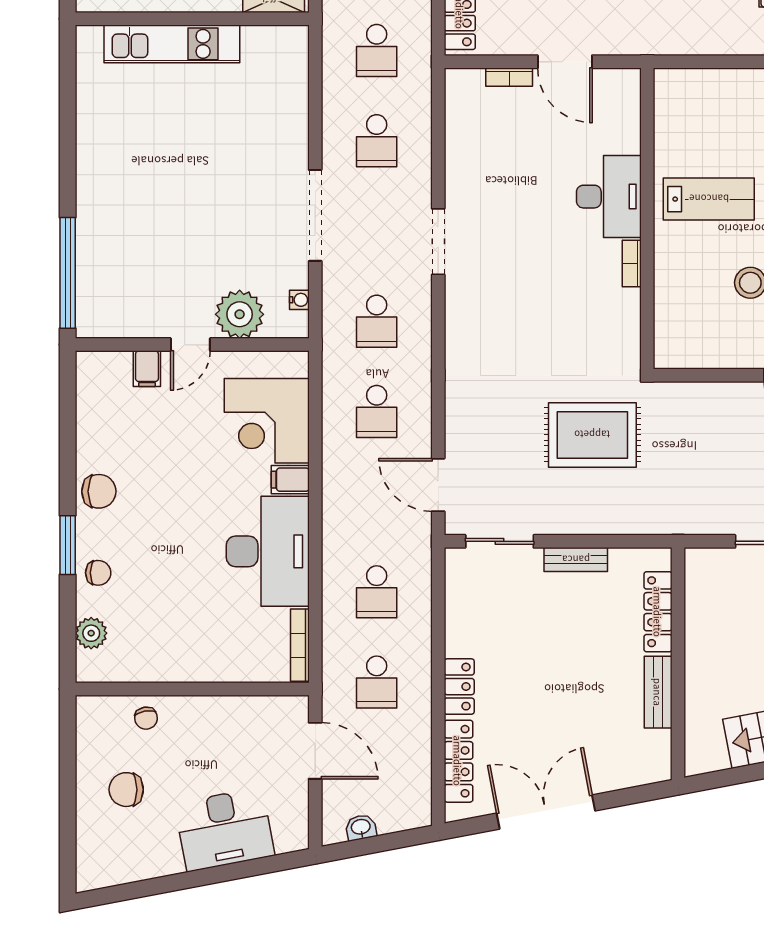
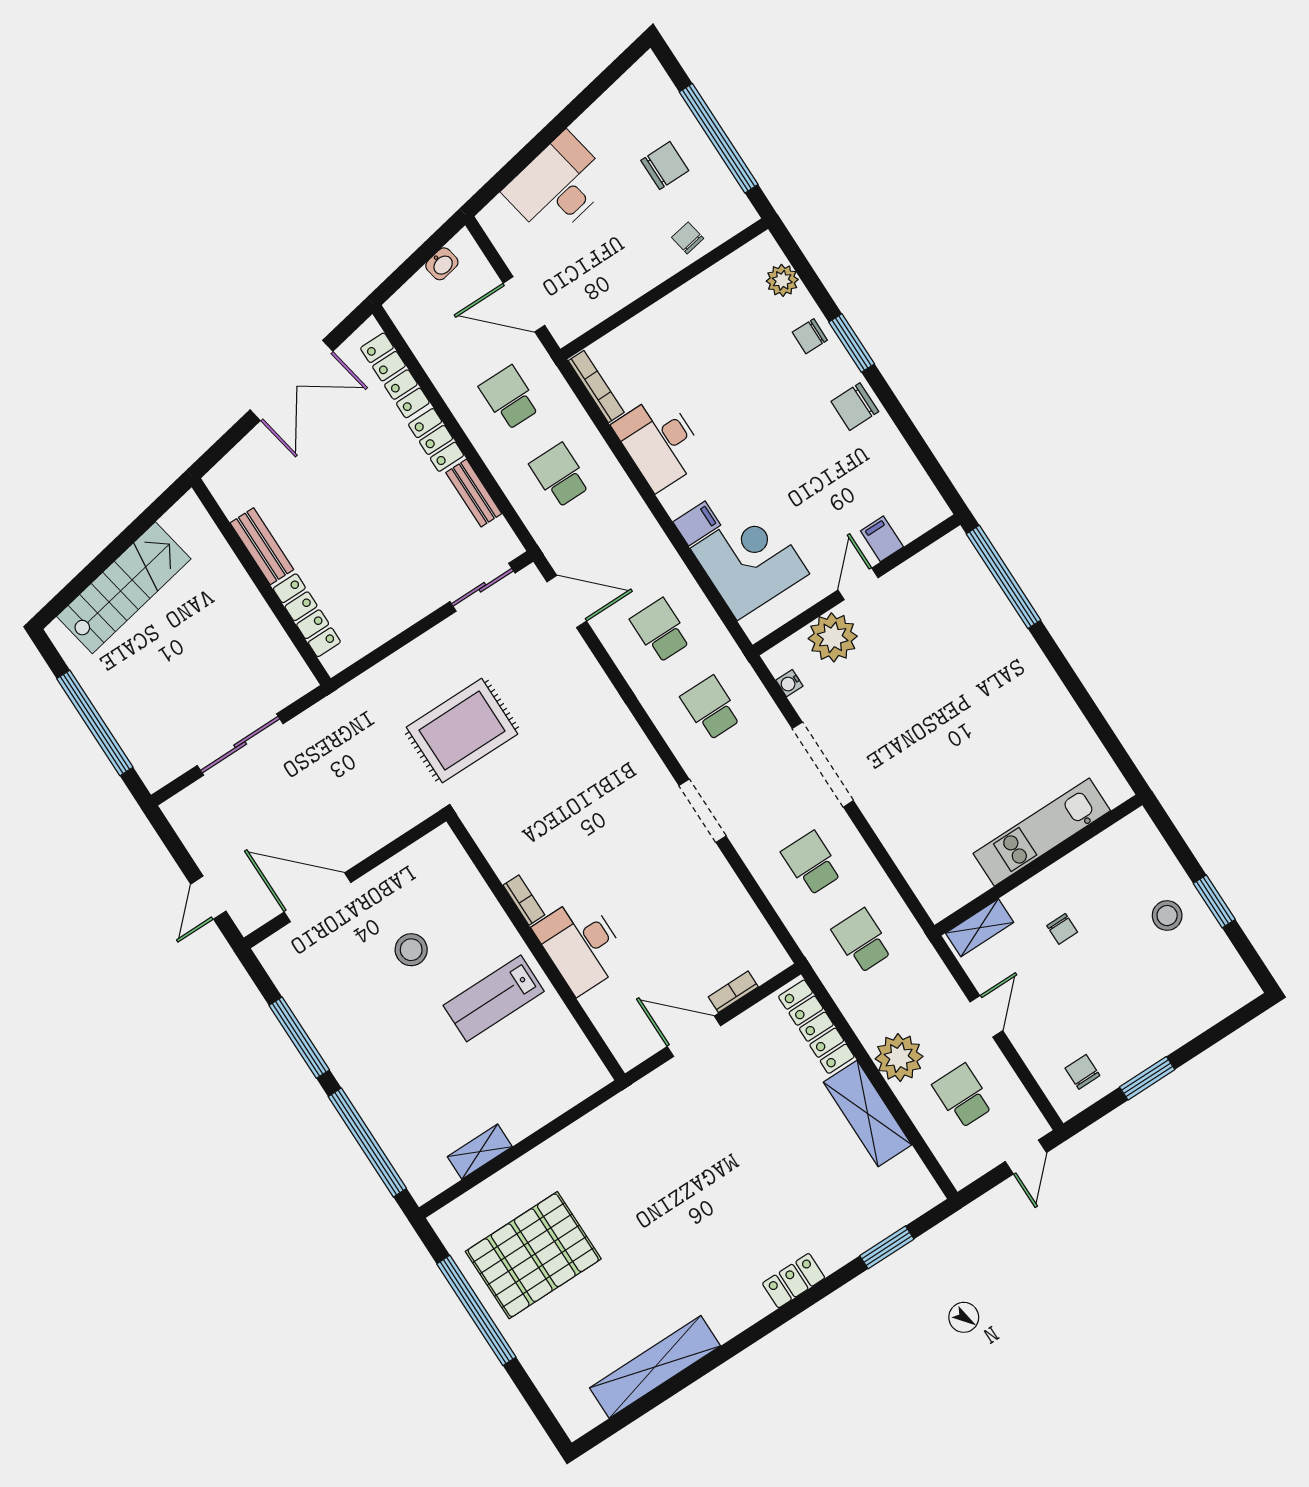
desk: (268, 551) -> (660, 442), width x0.73, depth x0.77
bench: (576, 560) -> (474, 493), moved, turned 90
window: (68, 783) -> (719, 138), added

